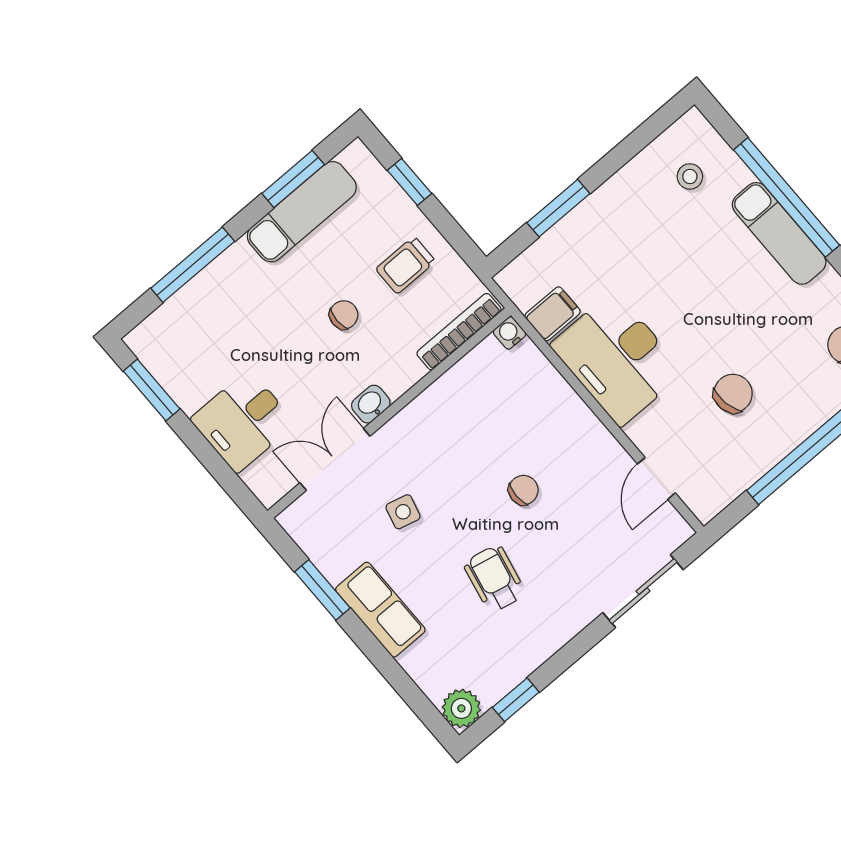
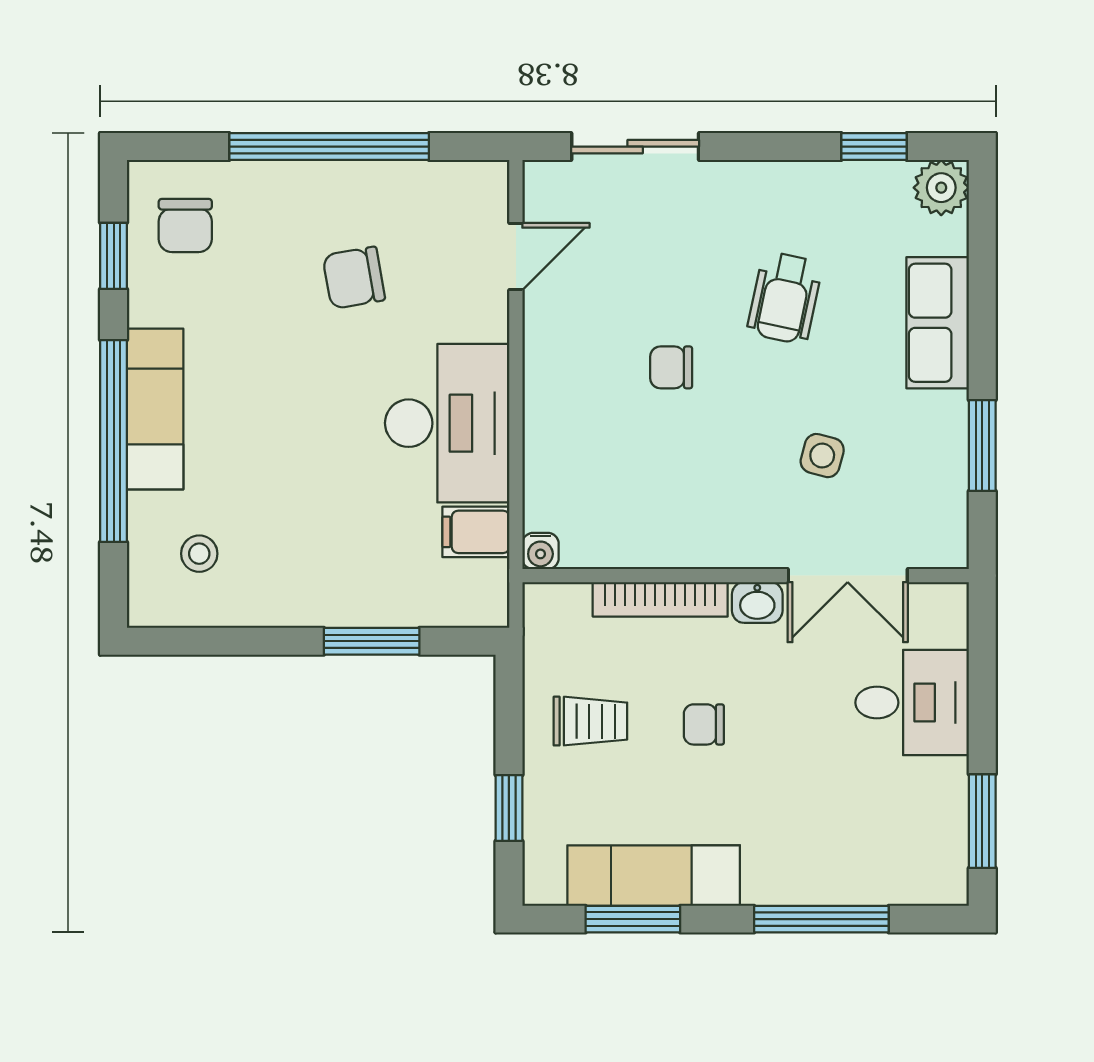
bookcase: (459, 332) -> (660, 599), moved
row of seats: (380, 610) -> (938, 323), moved

